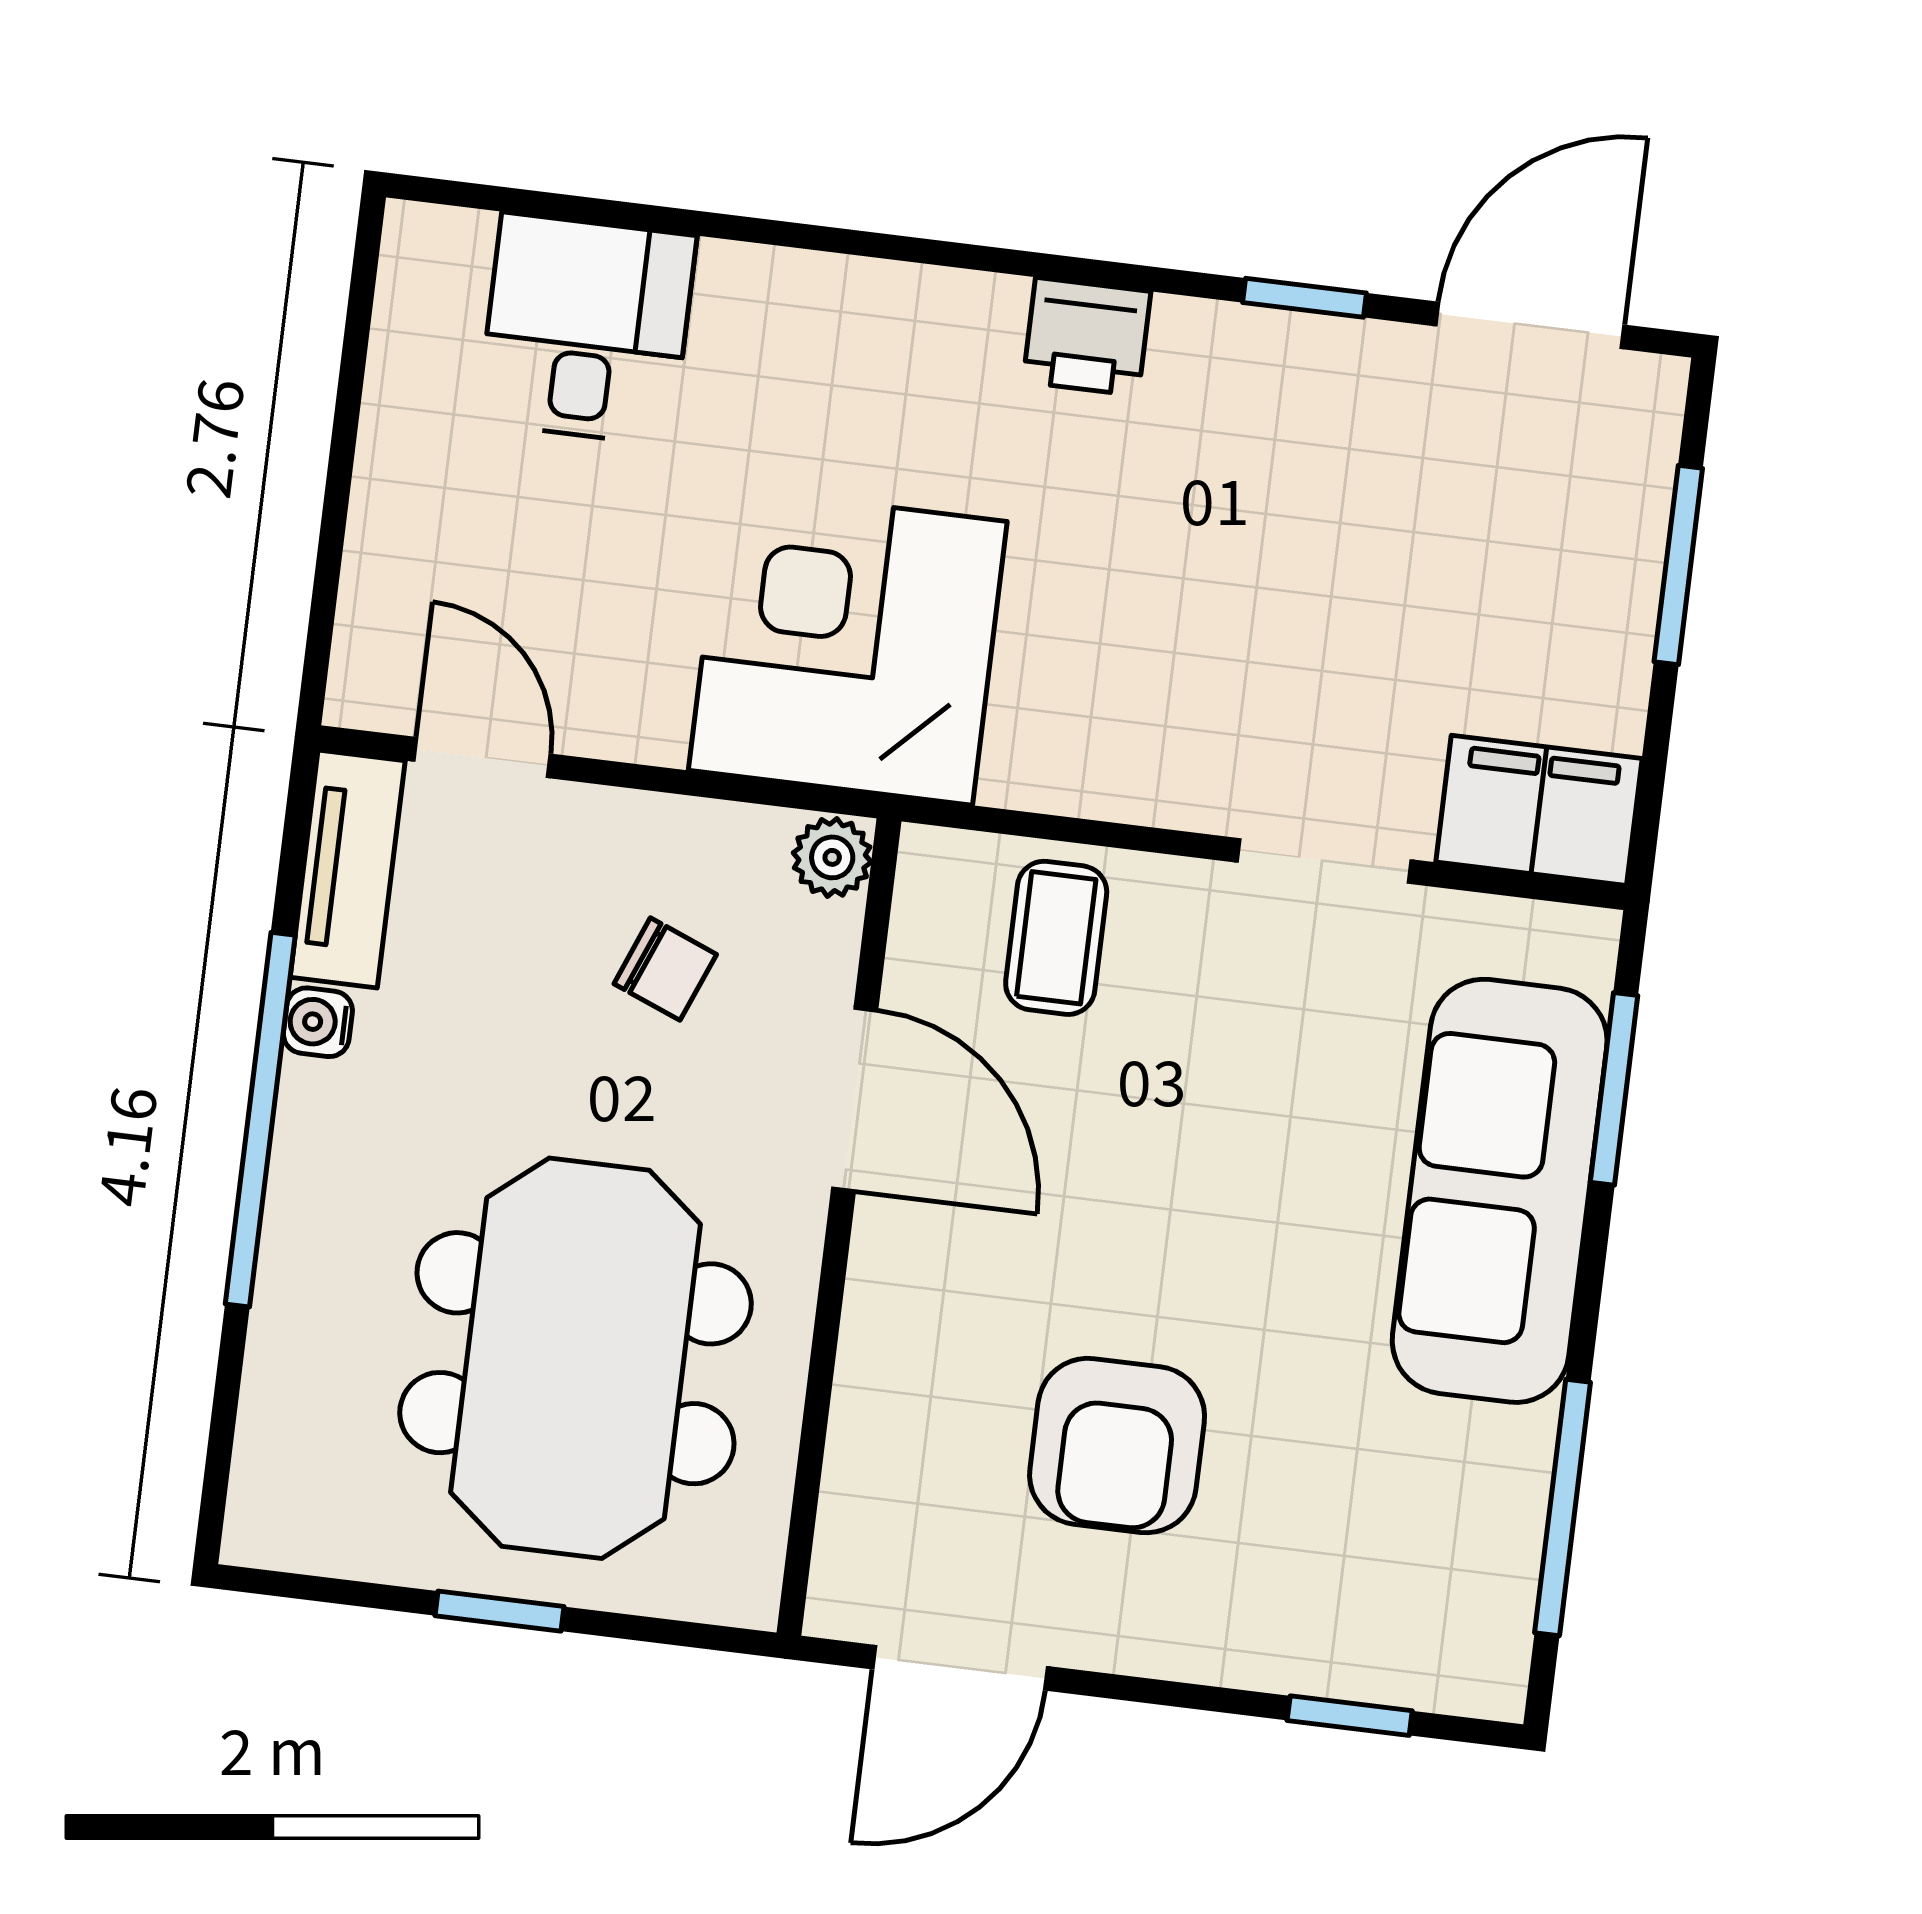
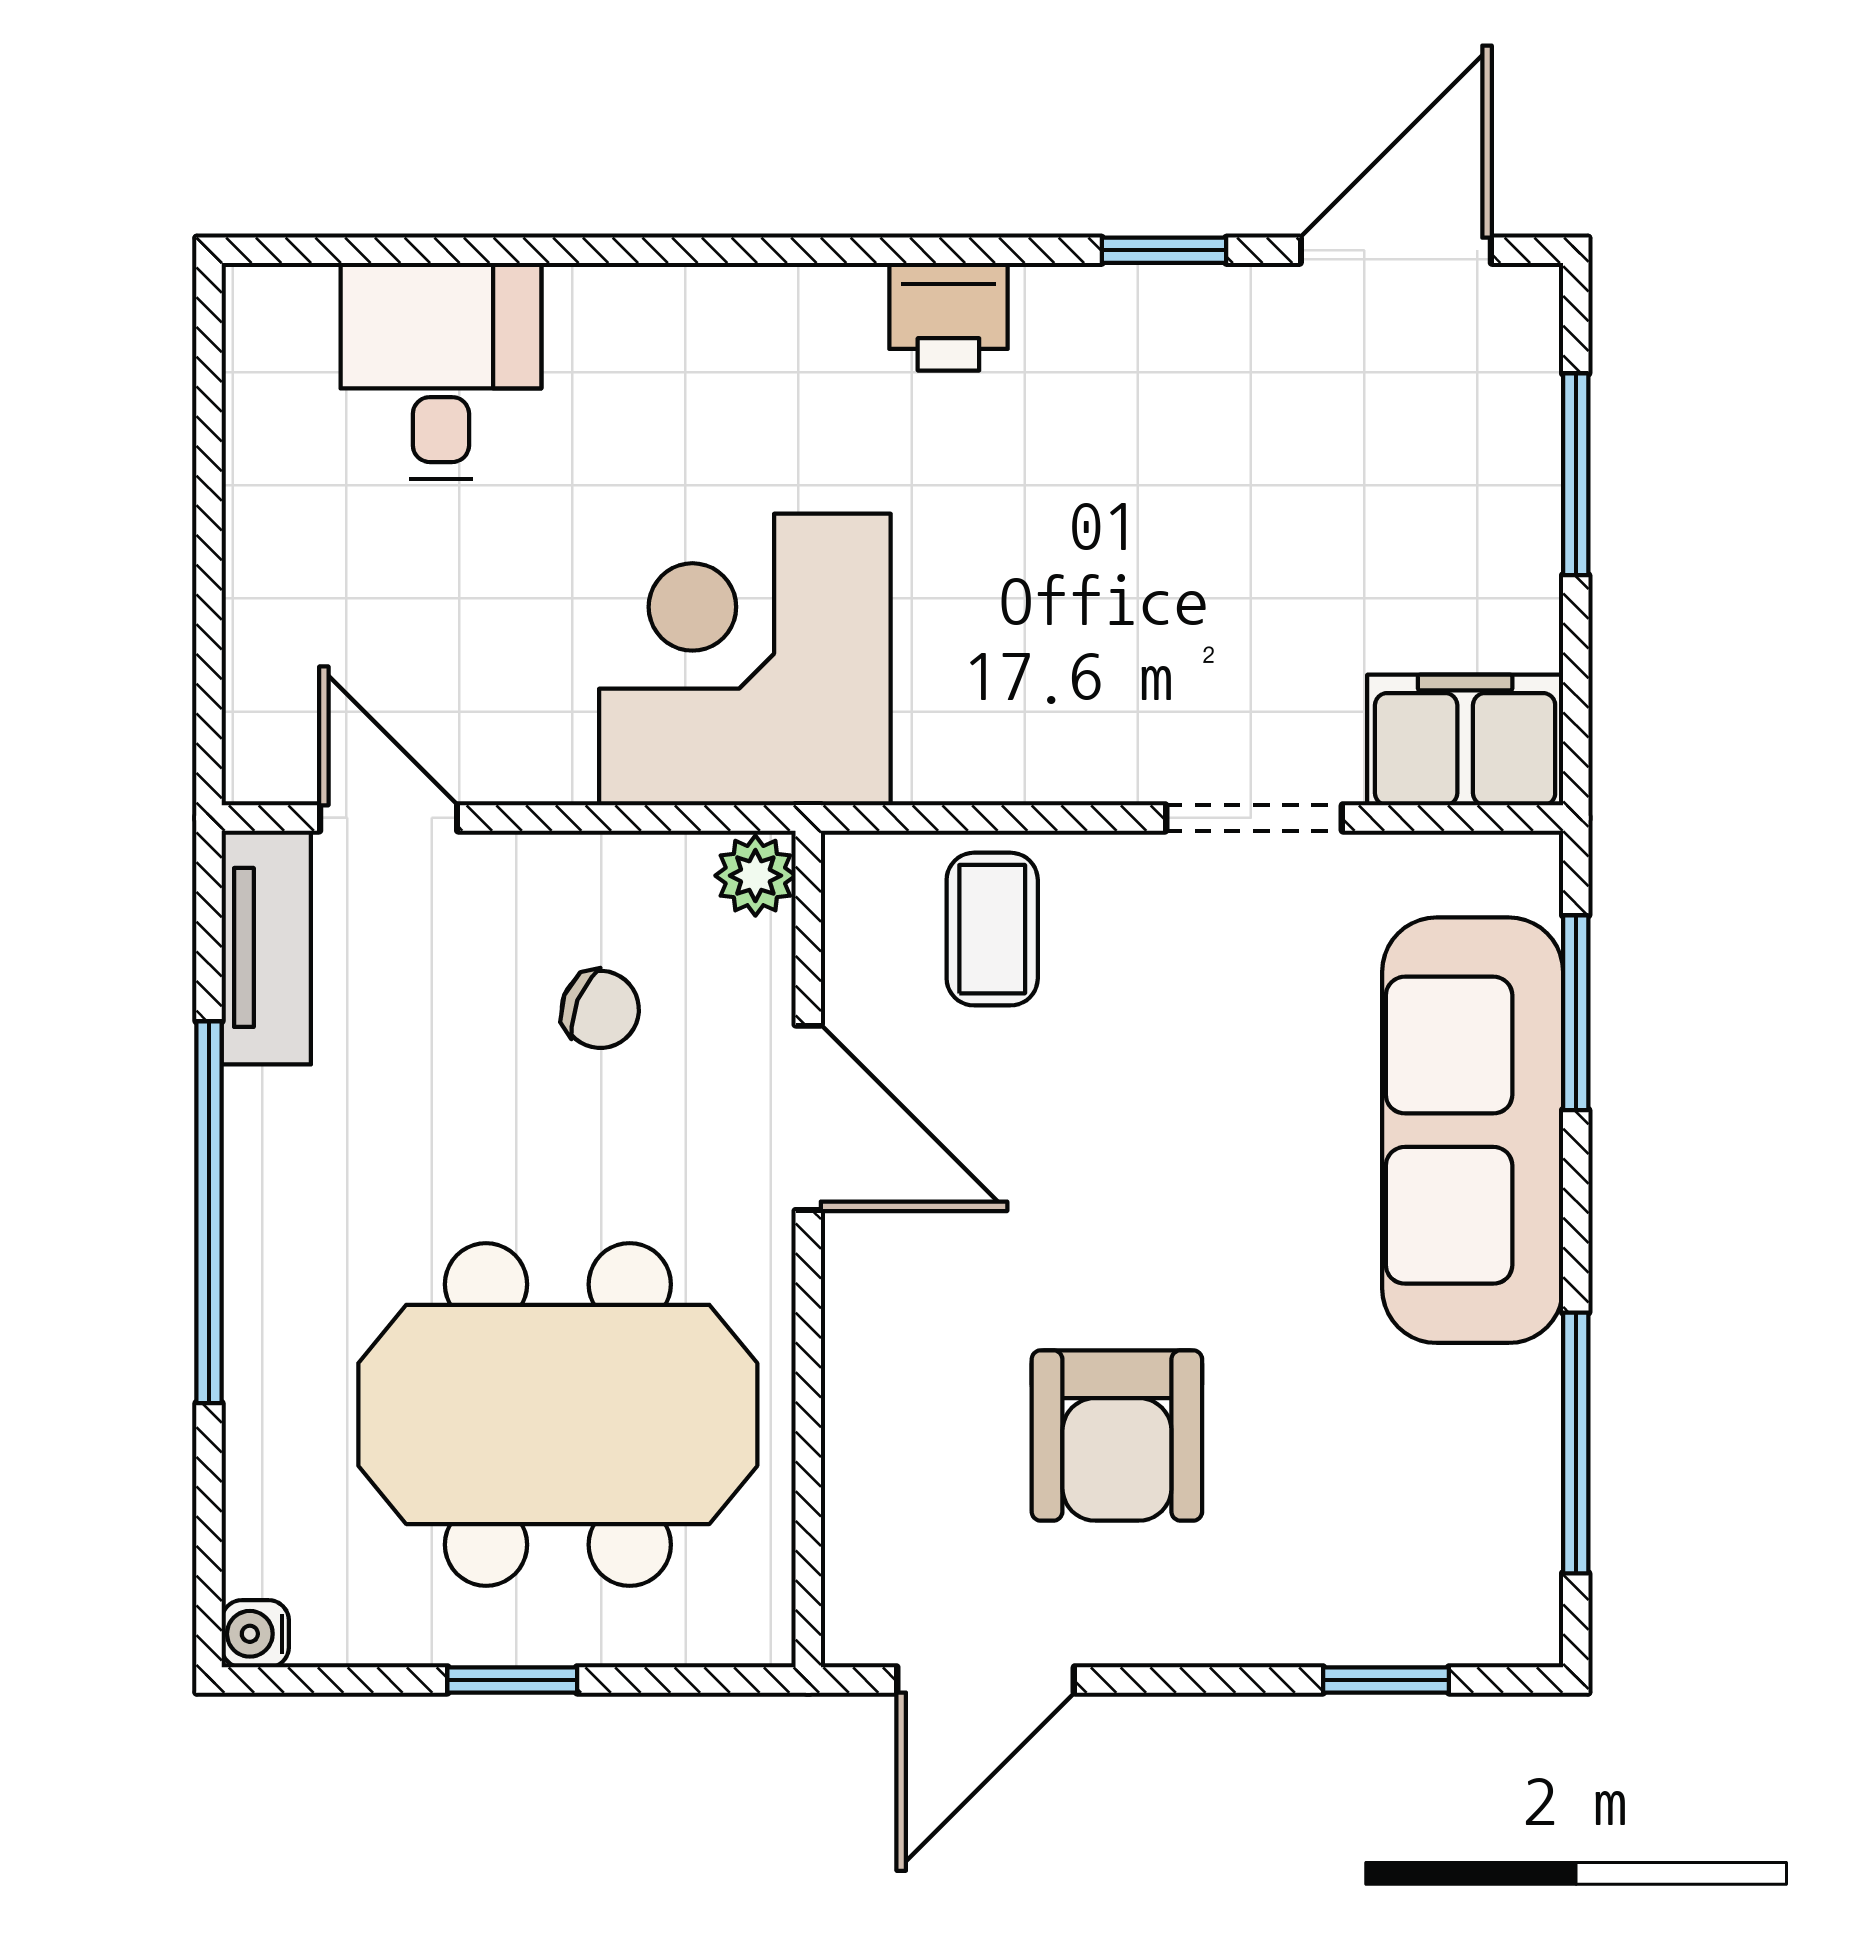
water cooler: (318, 1022) -> (255, 1634), moved
meeting table: (576, 1358) -> (558, 1414), turned 90

